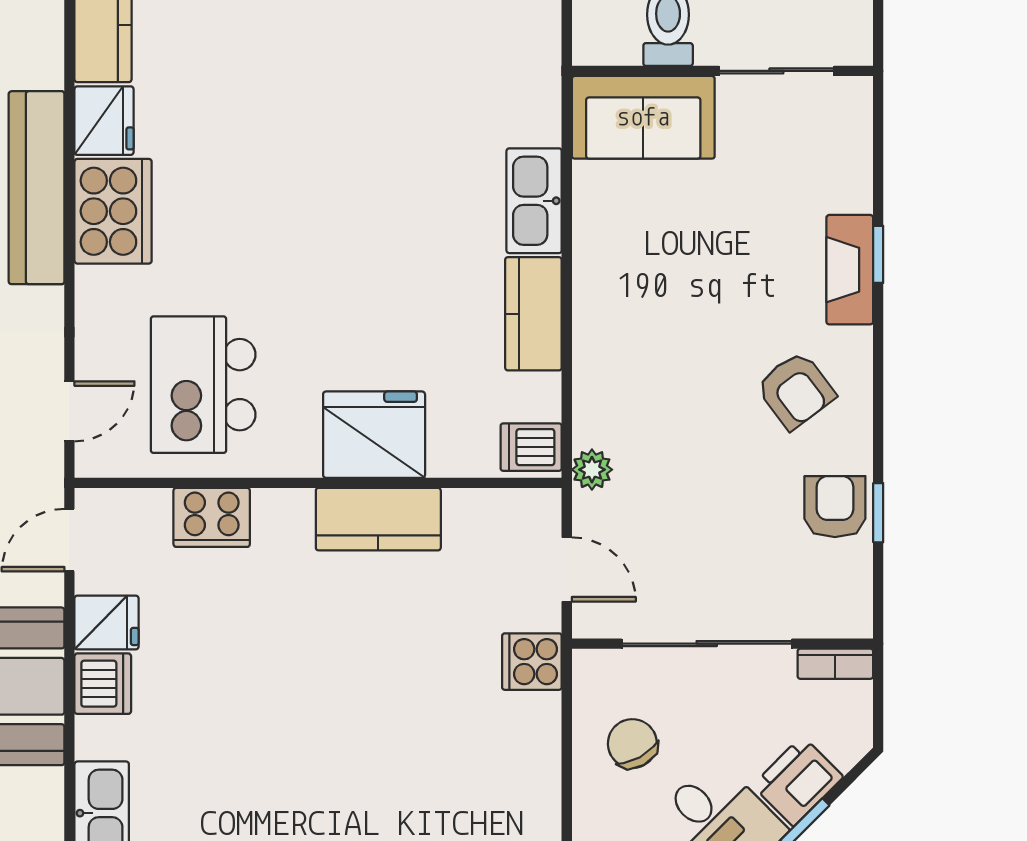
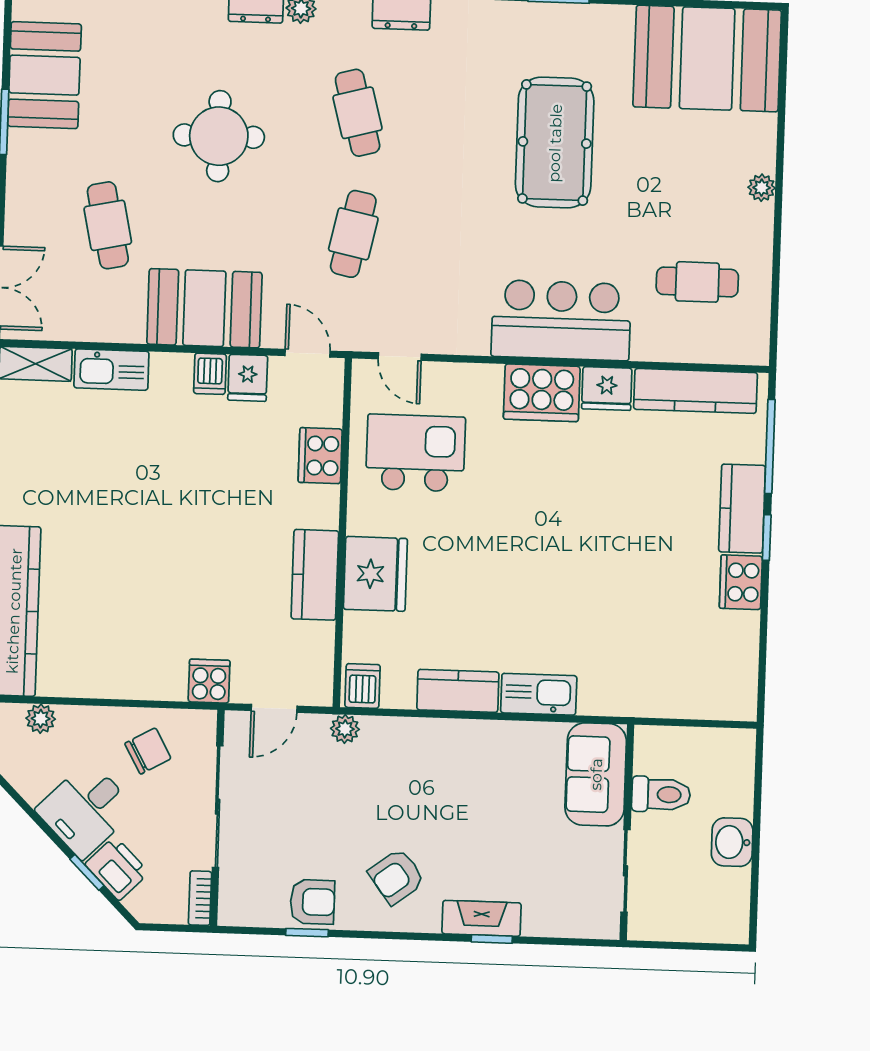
dishwasher: (103, 684) -> (210, 374), width x0.73

